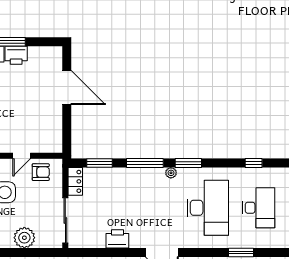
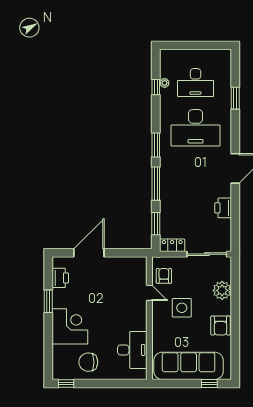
printer: (16, 55) -> (60, 278), moved
plant: (171, 173) -> (165, 83), moved
desk: (208, 208) -> (196, 128), turned 180
desk: (259, 208) -> (196, 83), turned 180

